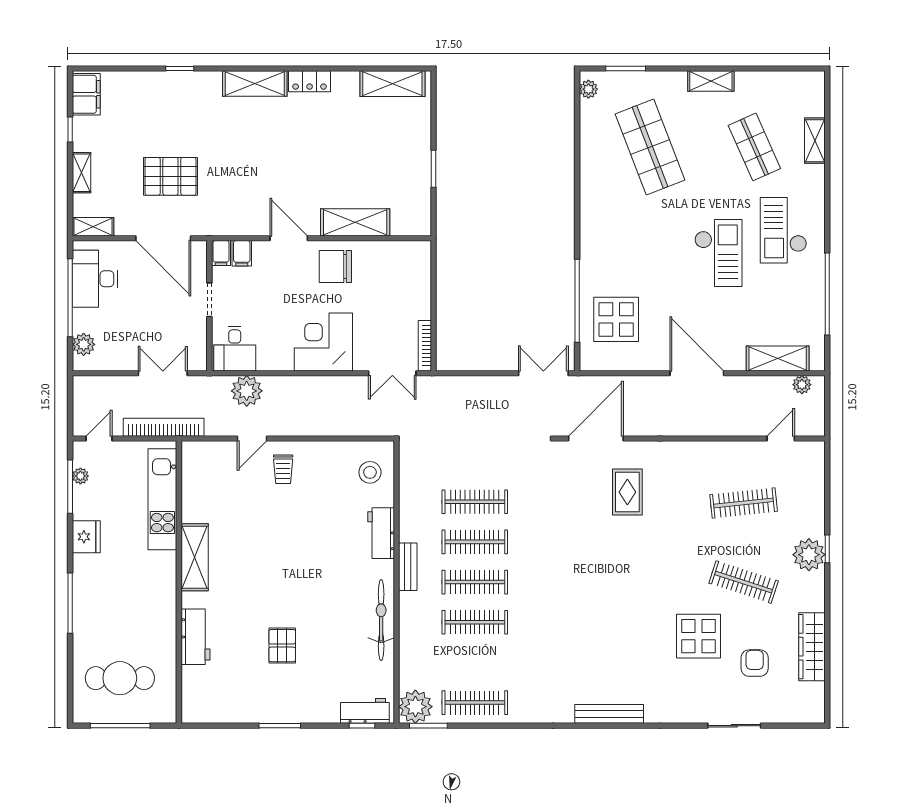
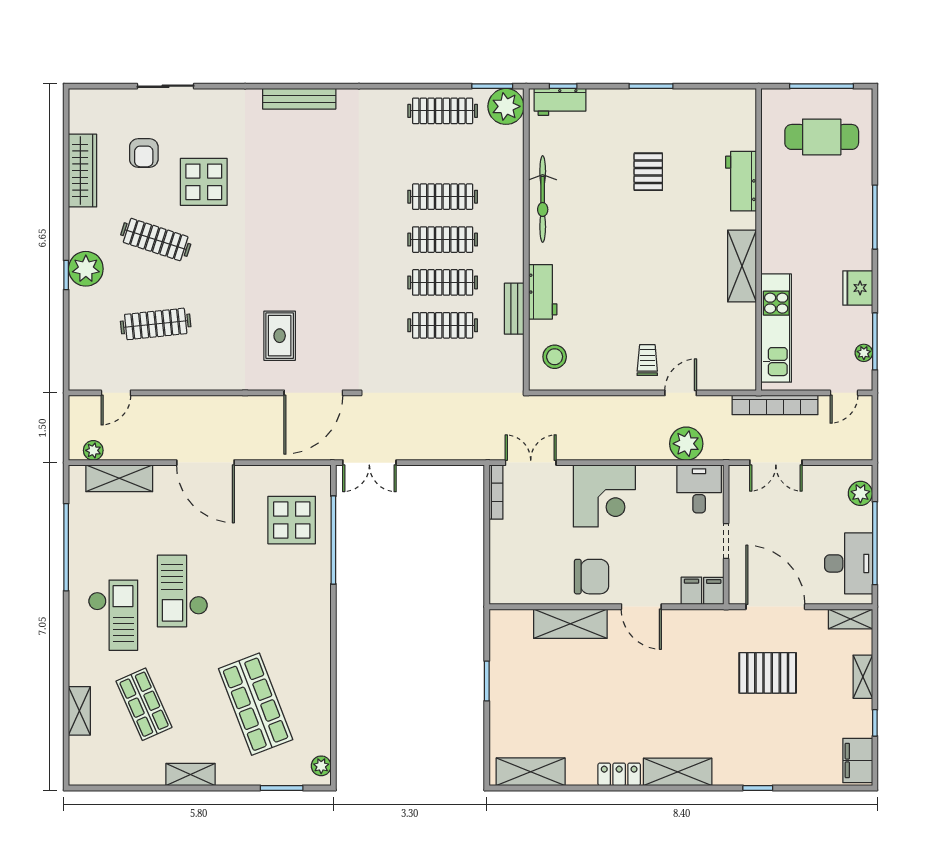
bench: (408, 567) -> (514, 309), moved

